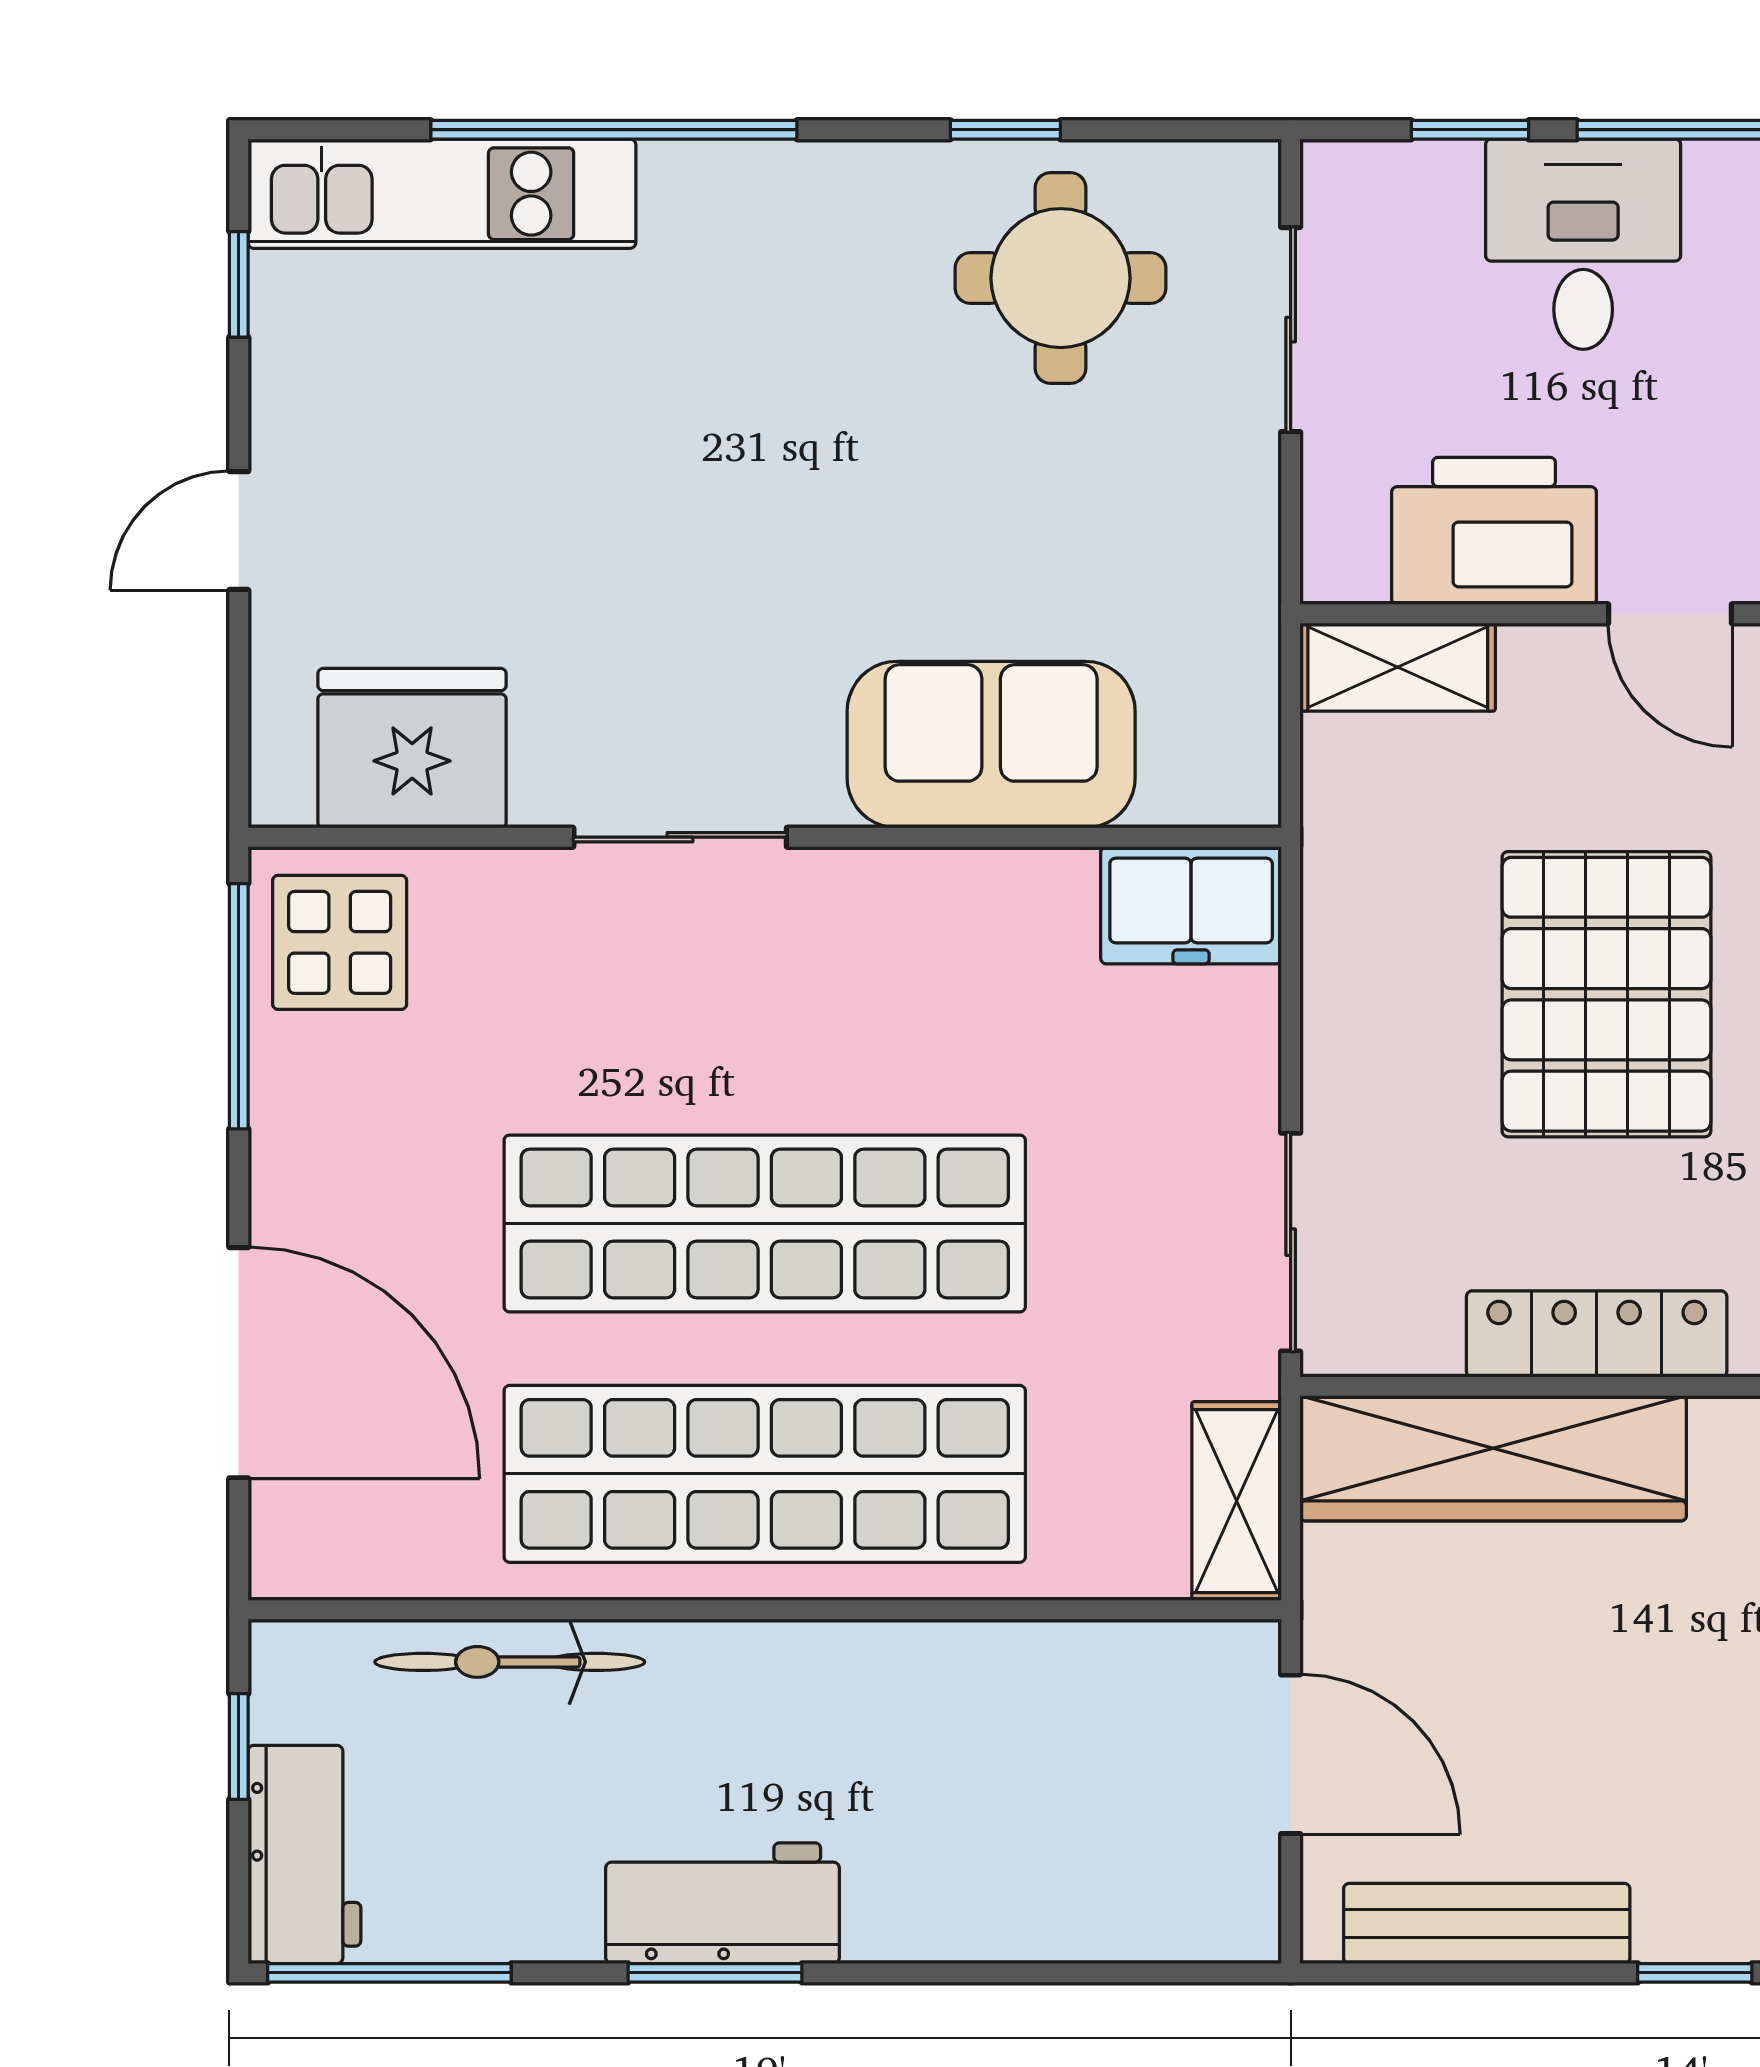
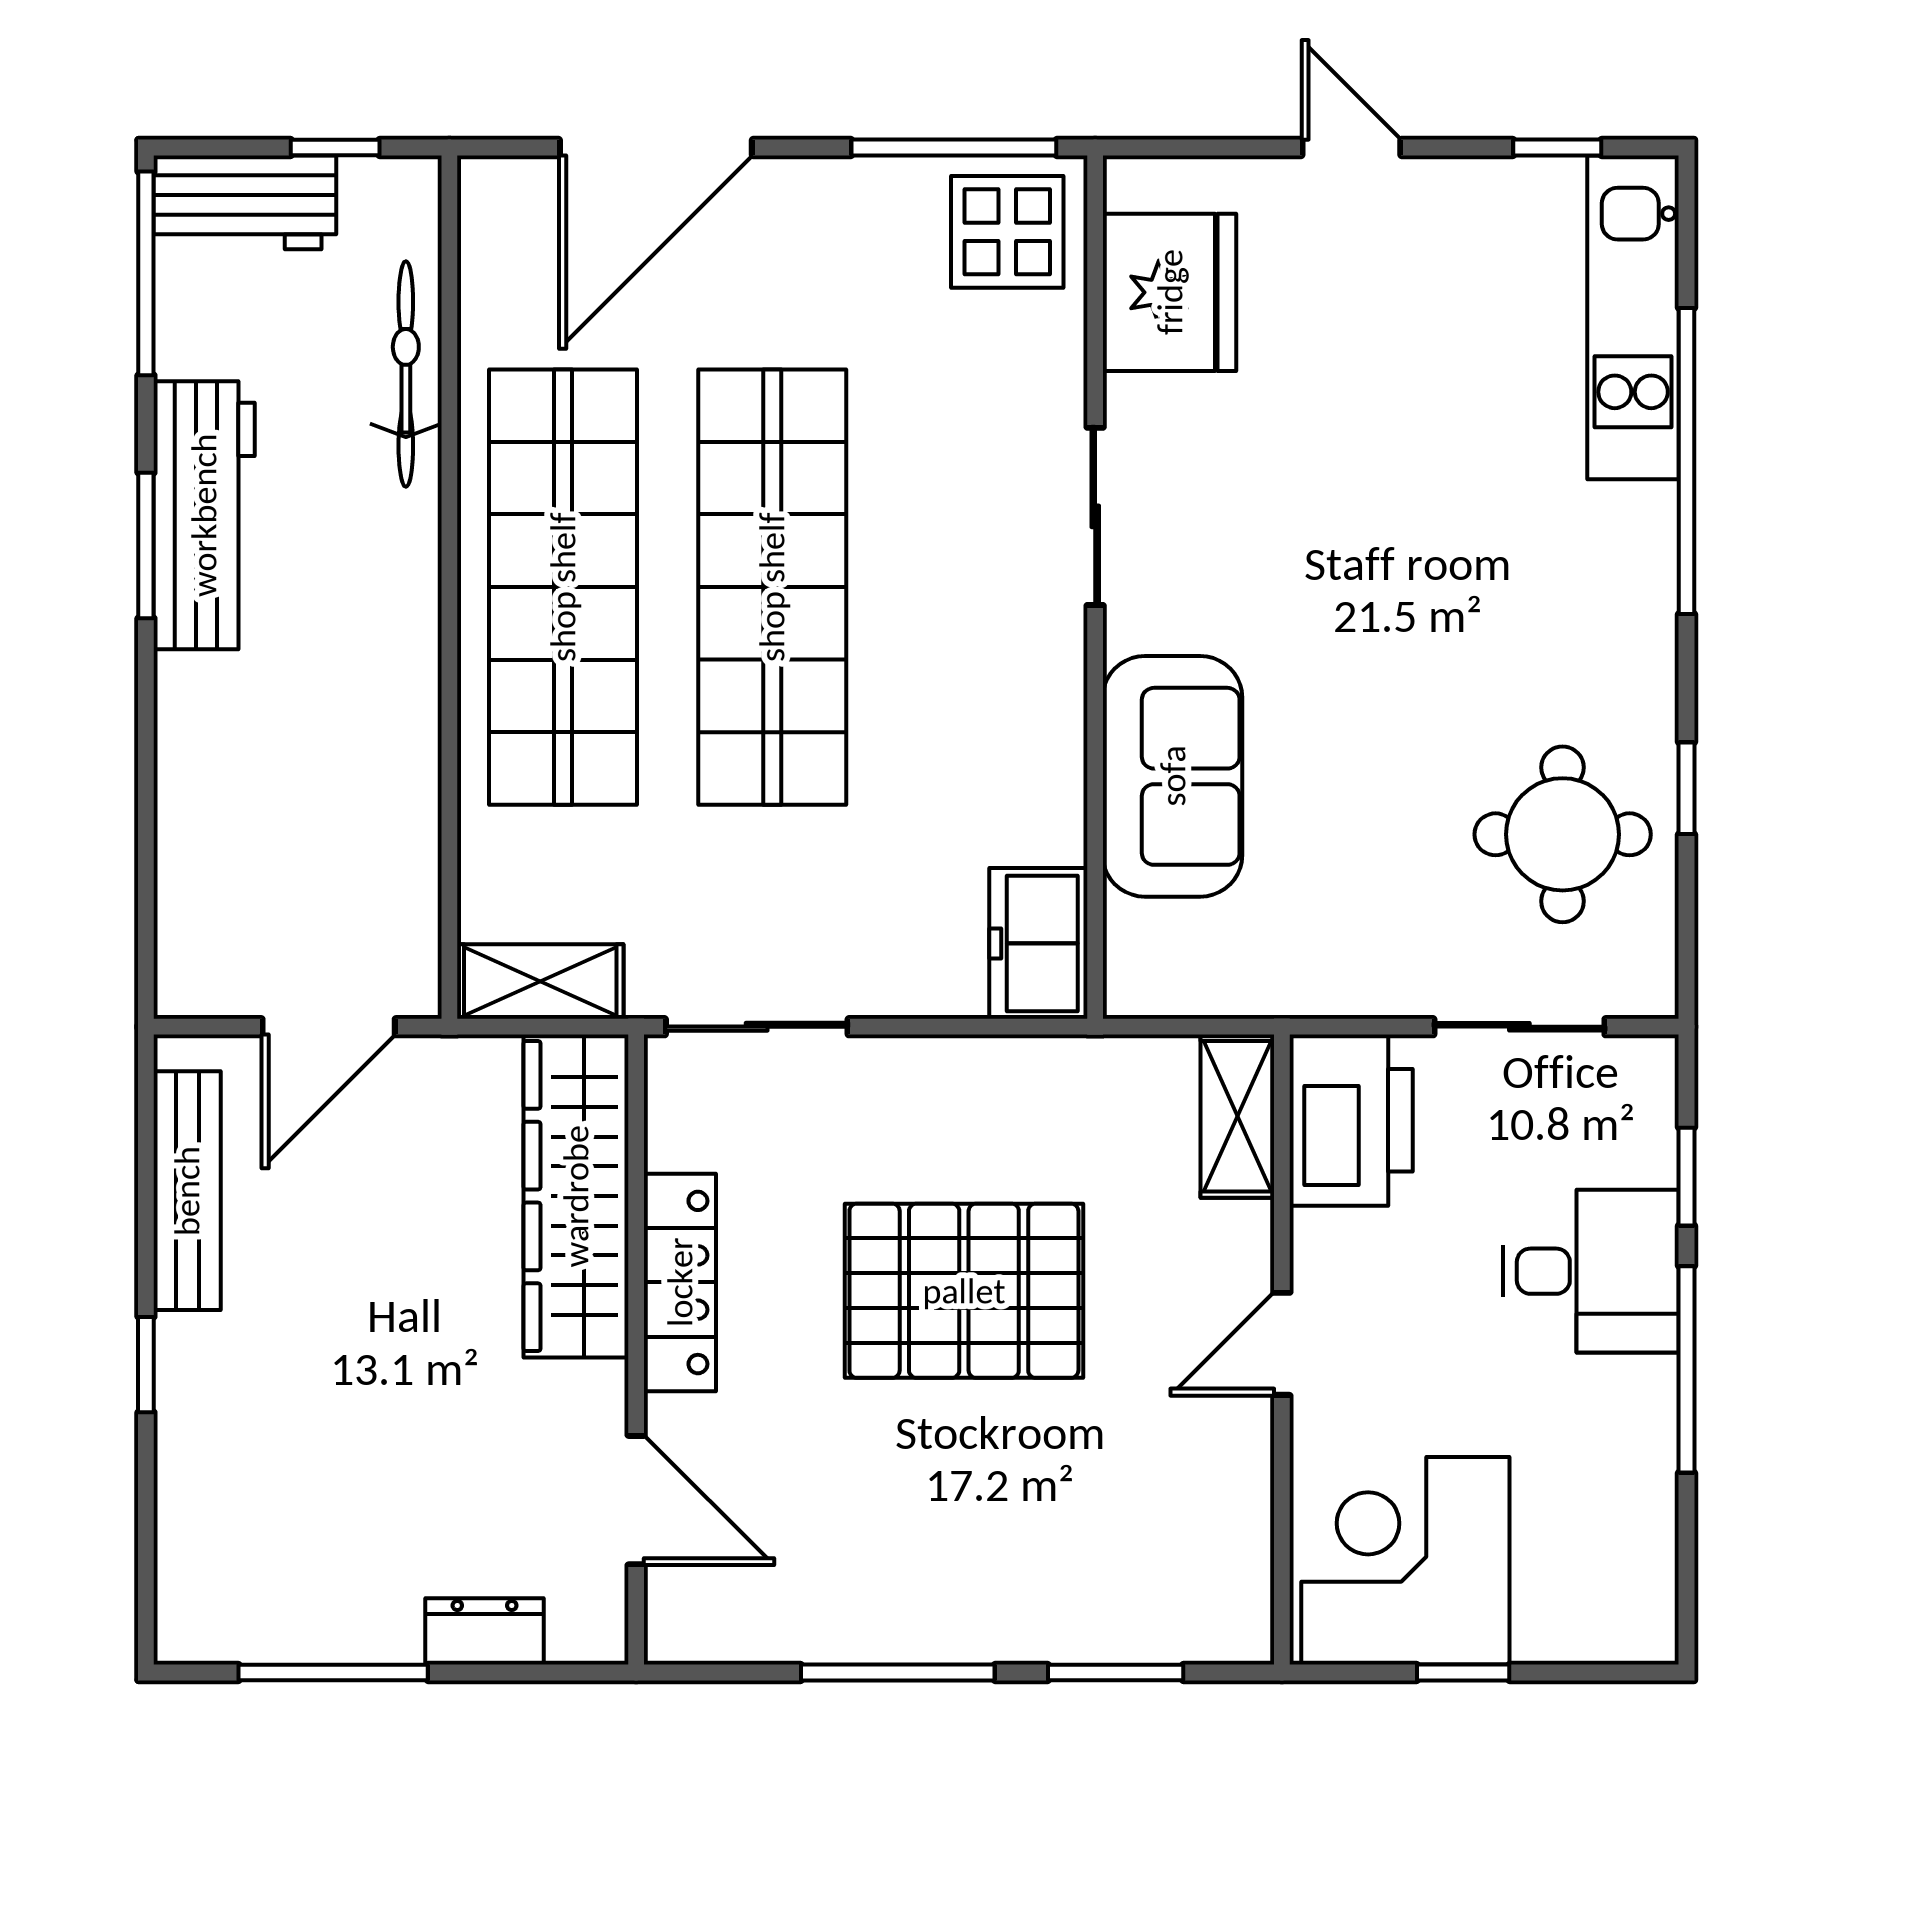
printer: (1494, 531) -> (1351, 1120), moved
workbench: (723, 1903) -> (204, 515), width x1.38

